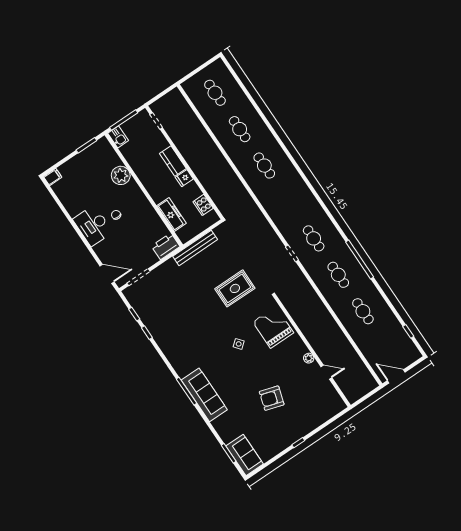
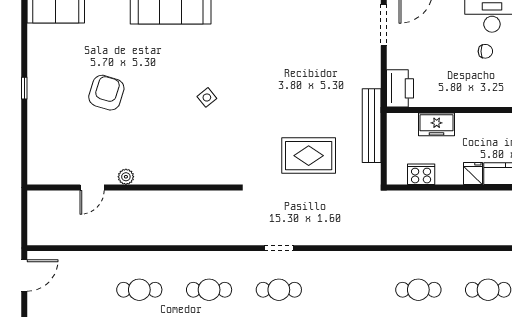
freezer: (172, 214) -> (437, 124), width x0.71
rug: (235, 288) -> (309, 156), moved, turned 90
grand piano: (273, 327) -> (198, 158), removed

